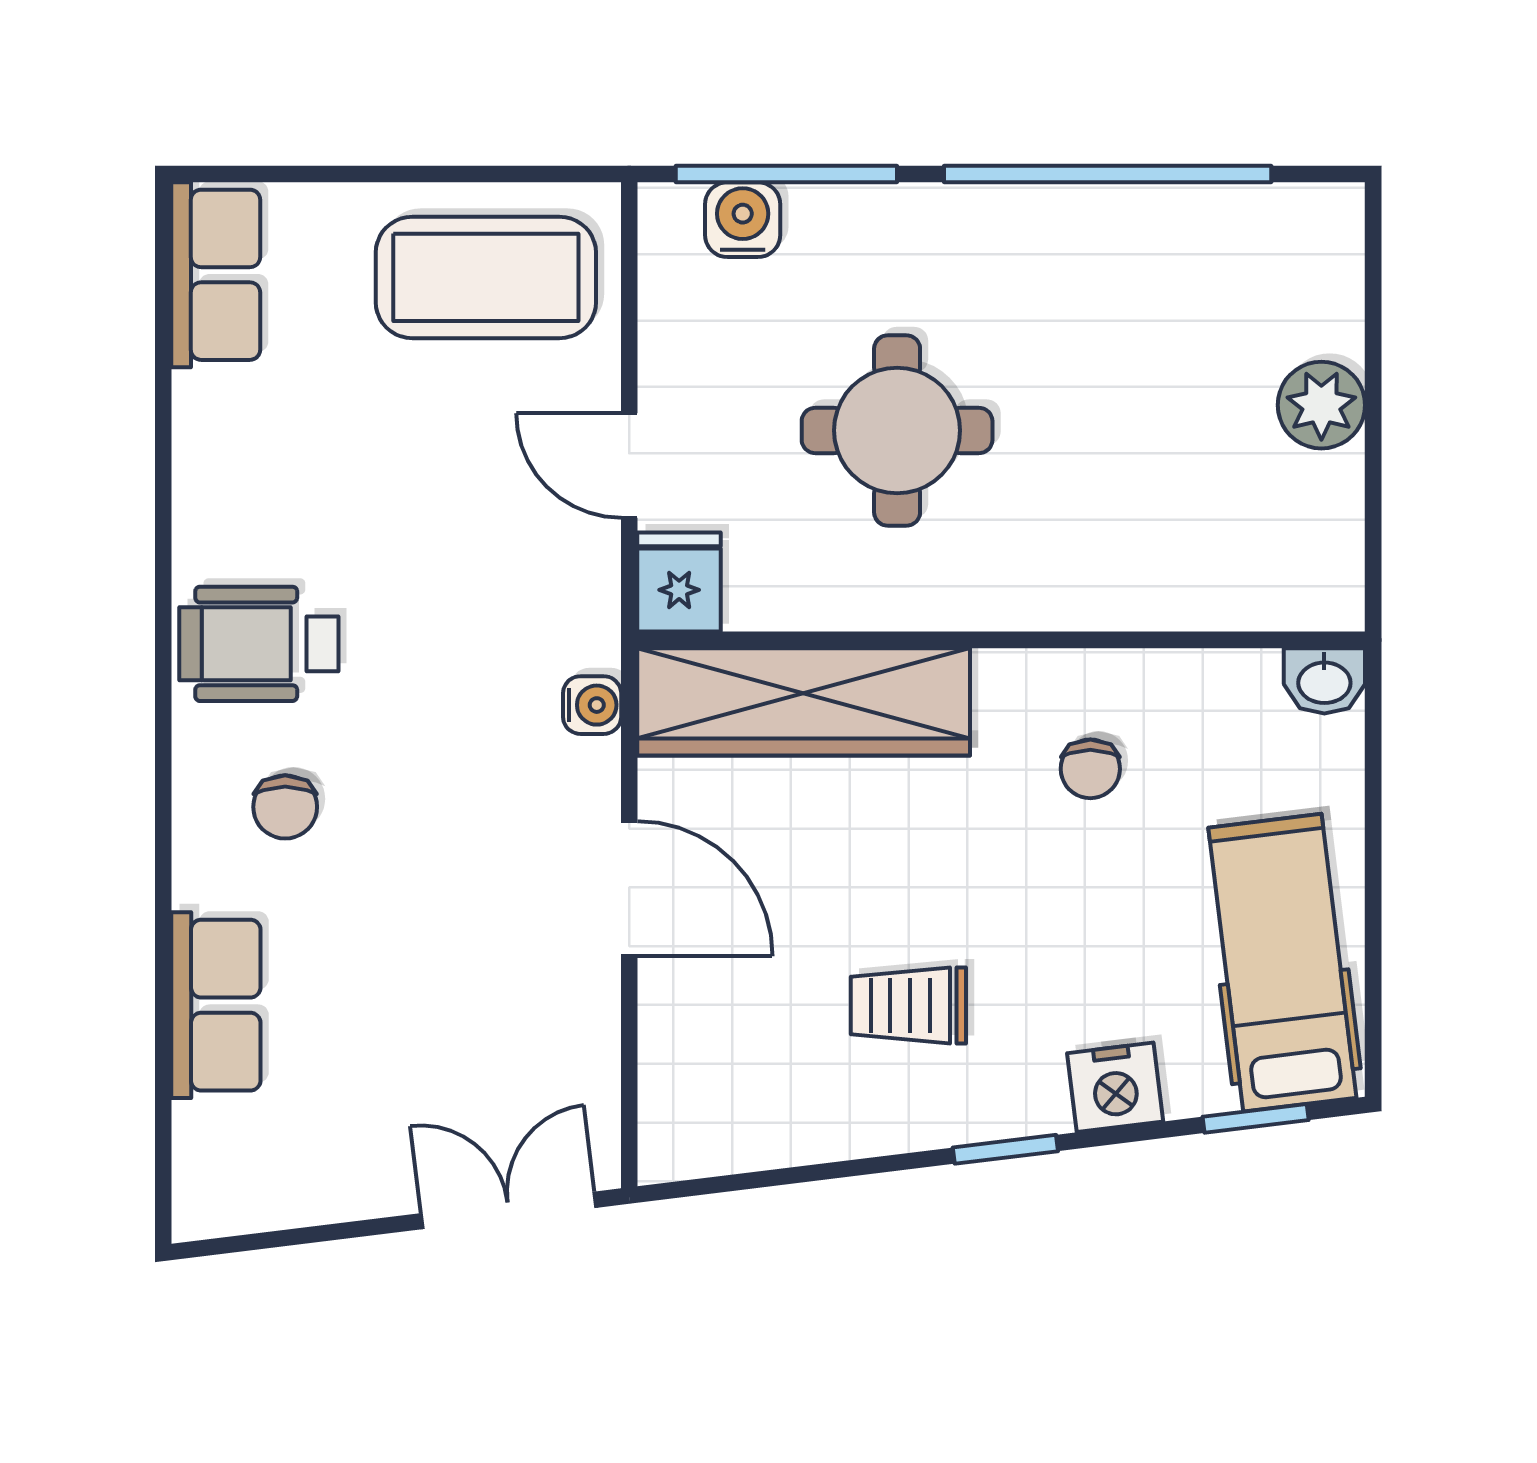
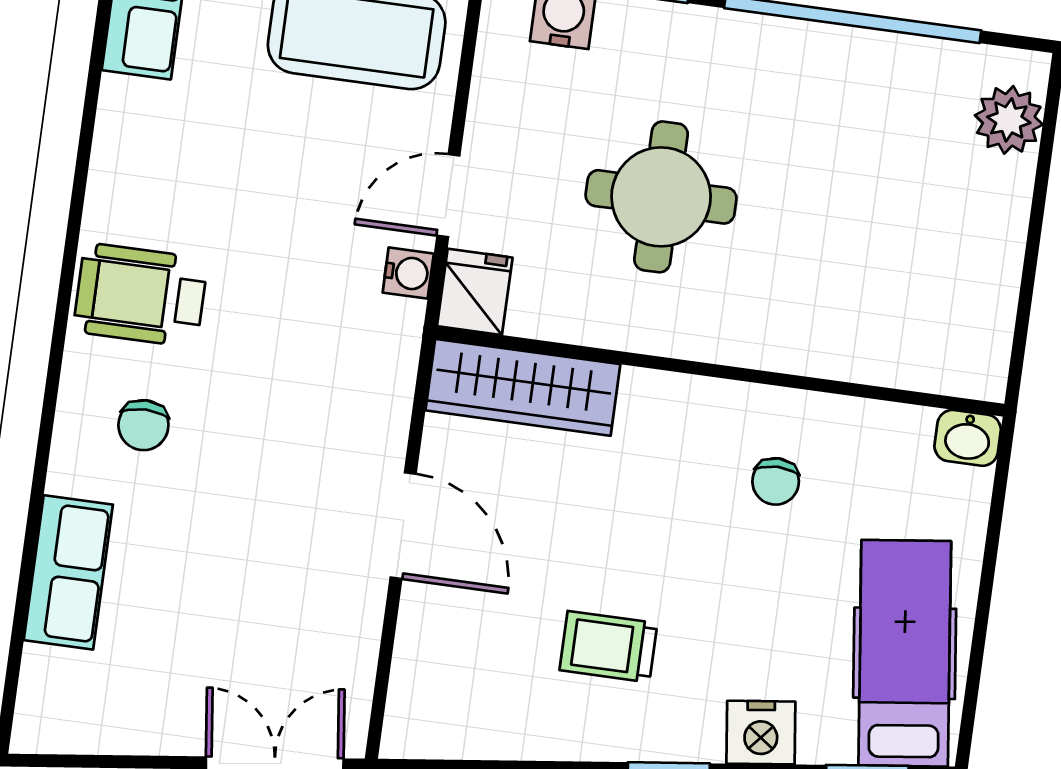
plant: (1321, 405) -> (1009, 120), moved
door: (629, 465) -> (448, 196), hinge flipped
wardrobe: (804, 702) -> (523, 387), width x0.71, depth x0.85
water cooler: (592, 705) -> (408, 273), moved

